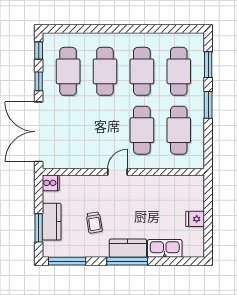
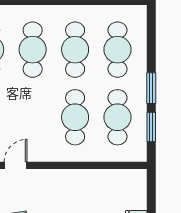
window: (208, 65) -> (151, 127), moved
door: (117, 172) -> (16, 165), moved

